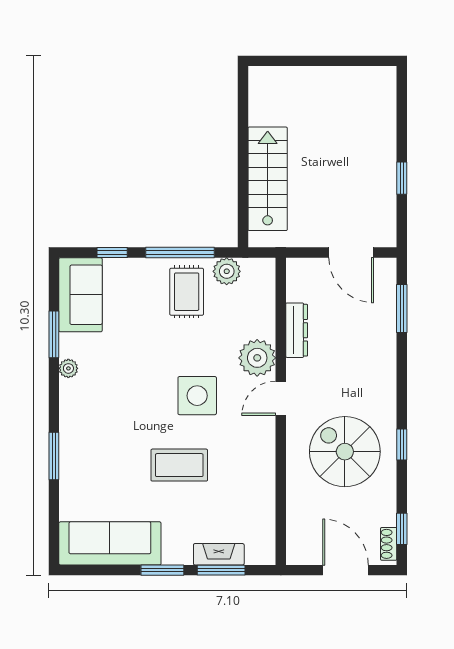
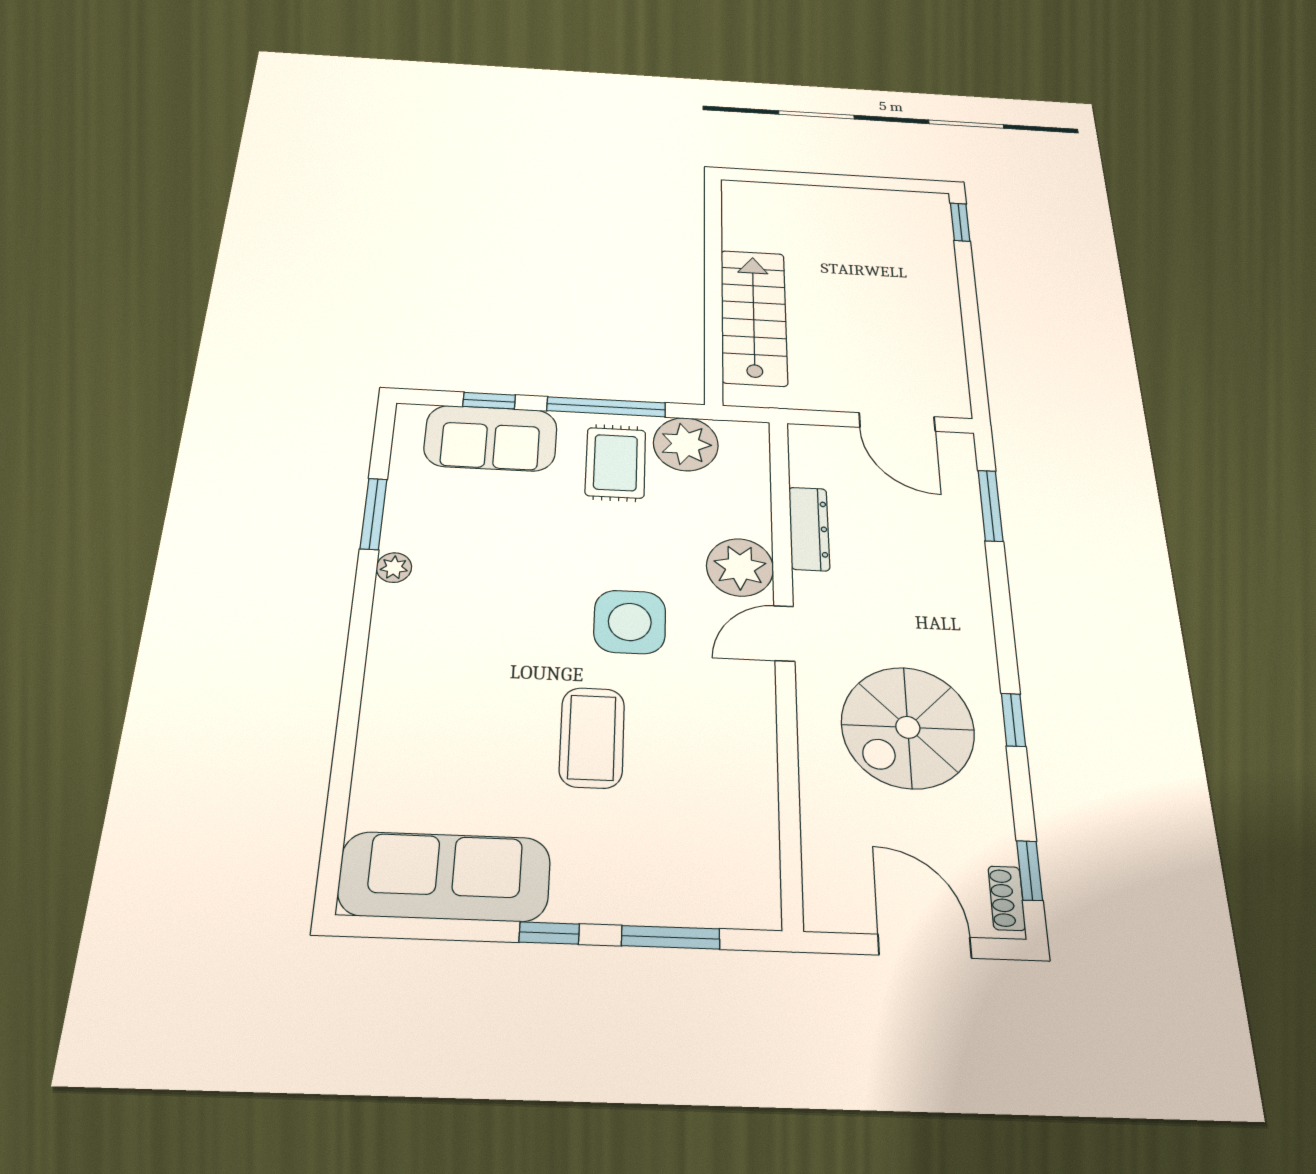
window: (402, 178) -> (960, 222), moved
plant: (227, 271) -> (686, 444), width x1.36, depth x1.36
sofa: (81, 295) -> (491, 438), moved, turned 90
spiral stairs: (345, 452) -> (908, 727), turned -90
window: (54, 456) -> (349, 711), removed
coffee table: (179, 465) -> (592, 737), turned 90
fireplace: (219, 554) -> (666, 906), removed
window: (162, 570) -> (549, 933), width x0.67

